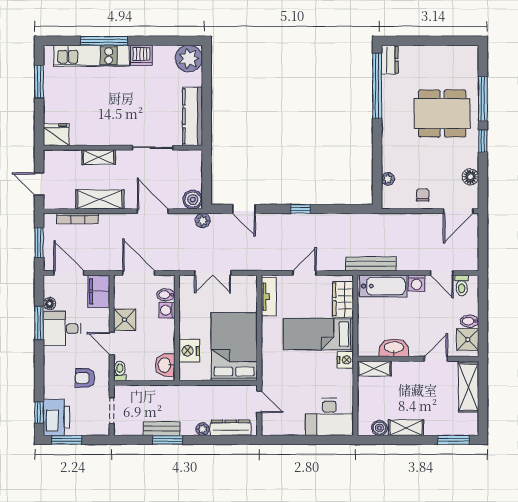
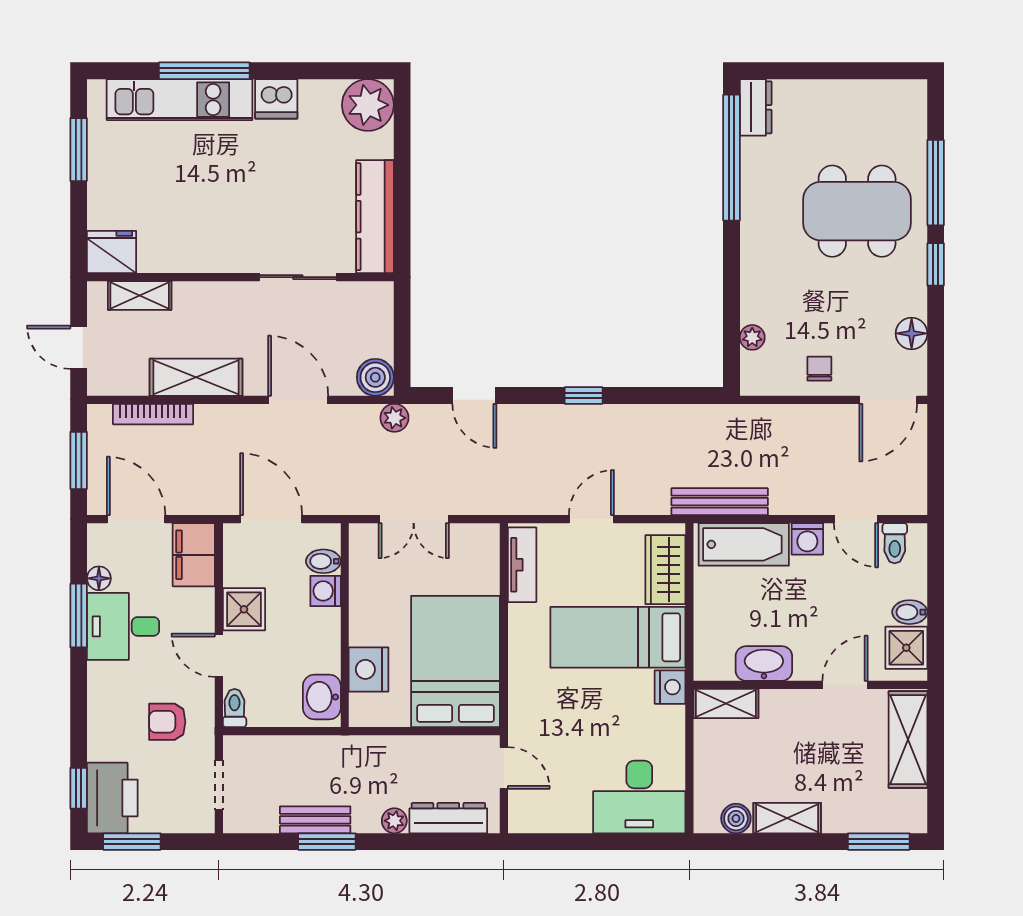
shelving: (99, 157) -> (140, 295), moved

